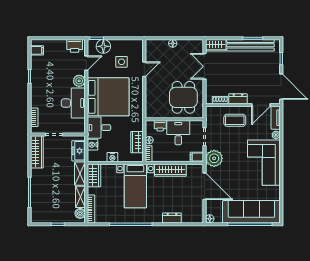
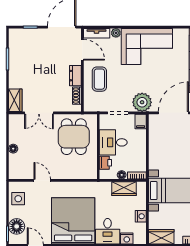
bench: (251, 45) -> (15, 61), removed
side table: (122, 62) -> (18, 199), moved
dining table: (183, 97) -> (74, 137), turned 90
wardrobe: (170, 170) -> (155, 151), removed

